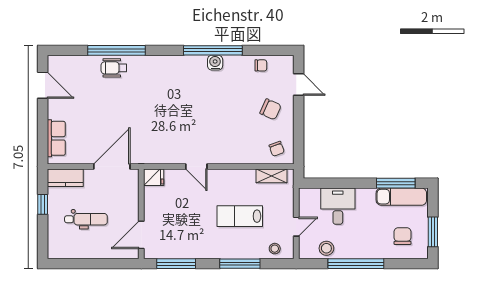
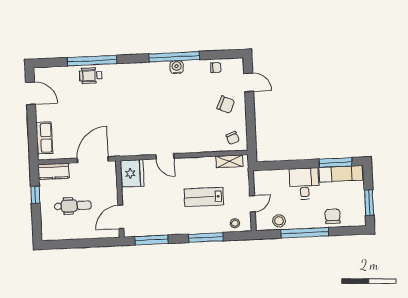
fridge: (154, 177) -> (132, 173), width x1.88, depth x1.34
desk: (338, 206) -> (304, 184), moved
chair: (403, 236) -> (333, 216), moved

